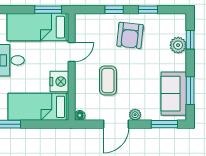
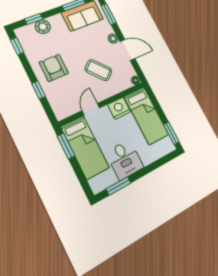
window: (148, 10) -> (17, 46), moved
armchair: (130, 35) -> (54, 68), turned -96
door: (72, 52) -> (91, 109), hinge flipped
coffee table: (108, 81) -> (98, 70), turned 50

